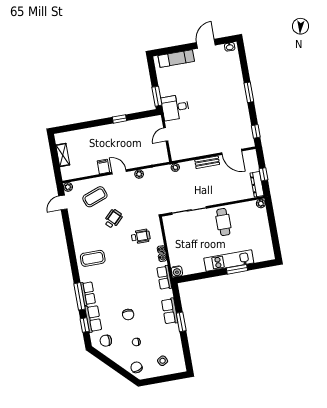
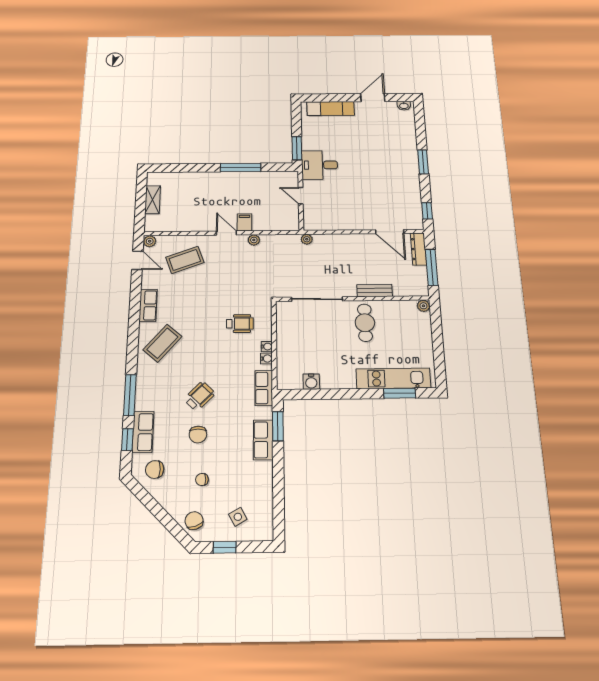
window: (119, 119) -> (241, 168), width x2.17
door: (166, 134) -> (301, 196), hinge flipped
bench: (207, 162) -> (375, 290), moved
filing cabinet: (103, 167) -> (244, 222), moved
window: (263, 174) -> (432, 267), width x2.17
dresser: (257, 184) -> (418, 249), moved
door: (63, 203) -> (137, 260), swing flipped
wheelchair: (113, 219) -> (199, 396), moved
coffee table: (93, 258) -> (162, 343), turned -49
kitchen unit: (229, 261) -> (393, 378), moved
window: (237, 269) -> (400, 393), moved
water cooler: (177, 271) -> (311, 382), moved
row of seats: (88, 293) -> (148, 305), moved
window: (181, 322) -> (278, 426), moved
window: (158, 380) -> (225, 547), added

